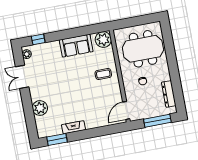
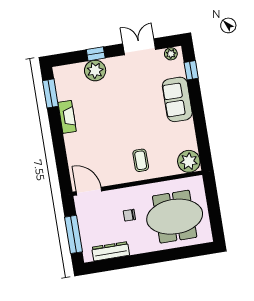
sofa: (76, 46) -> (177, 99), moved
meeting table: (143, 49) -> (175, 217), turned 90
window: (28, 108) -> (96, 54), added

